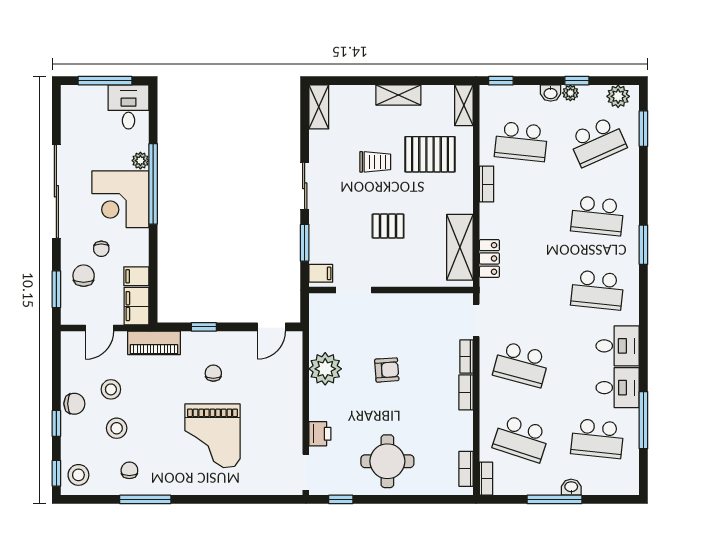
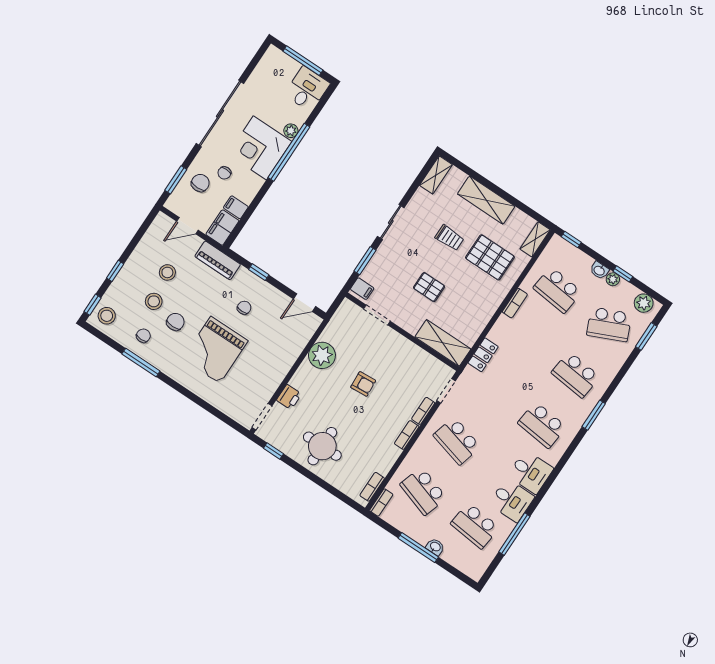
shelving: (398, 95) -> (486, 200), width x1.50, depth x1.33
shelving: (460, 247) -> (443, 343), moved, turned 90
chair: (74, 404) -> (175, 322), moved, turned -90

